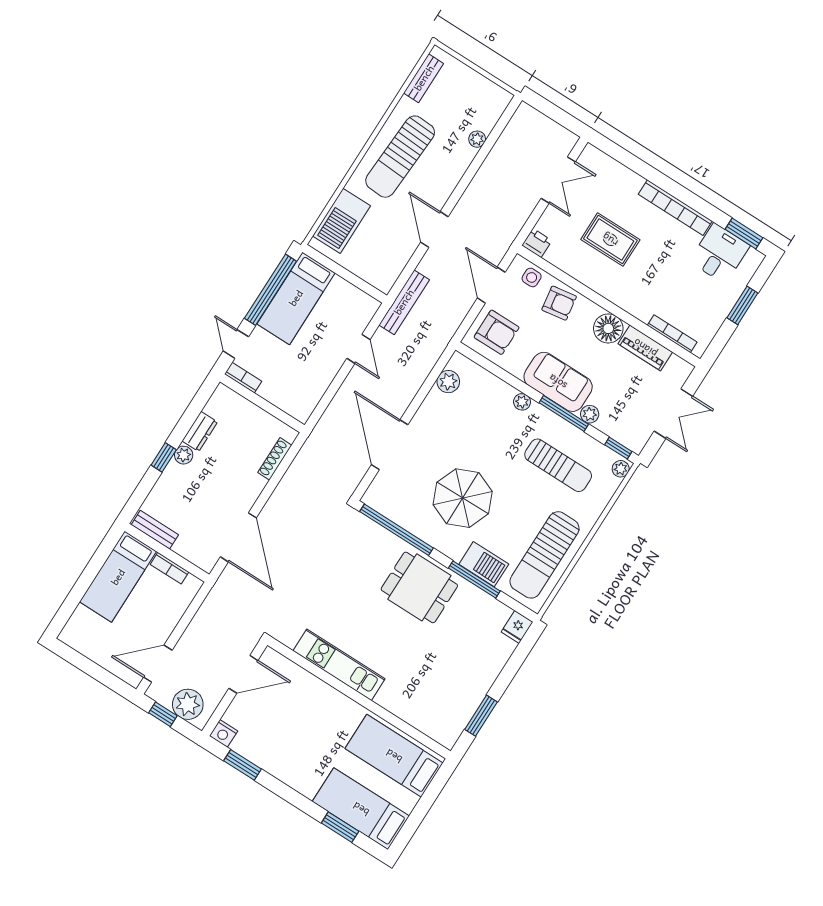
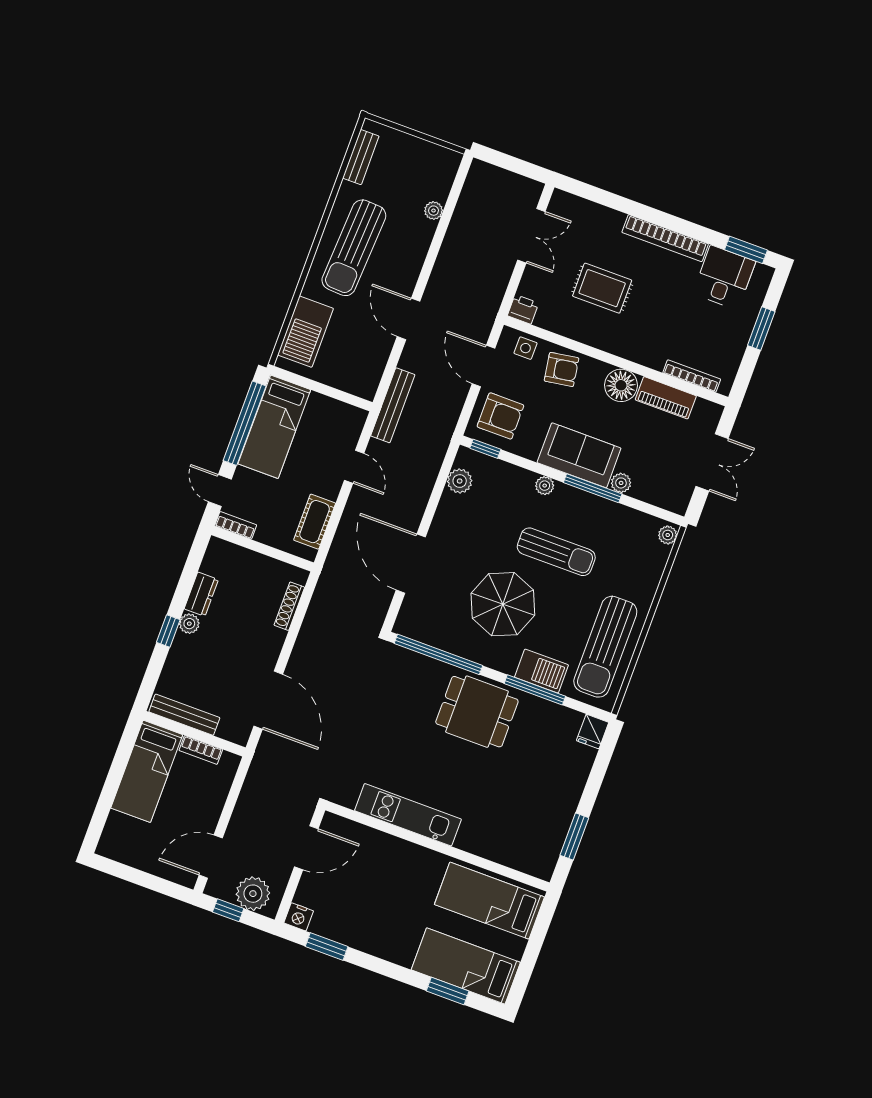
cot: (313, 389) -> (315, 522), added
window: (618, 448) -> (485, 449), moved
sun lounger: (558, 465) -> (556, 552), moved
bench: (155, 530) -> (184, 715), width x1.36

